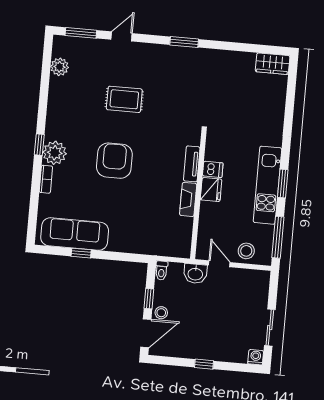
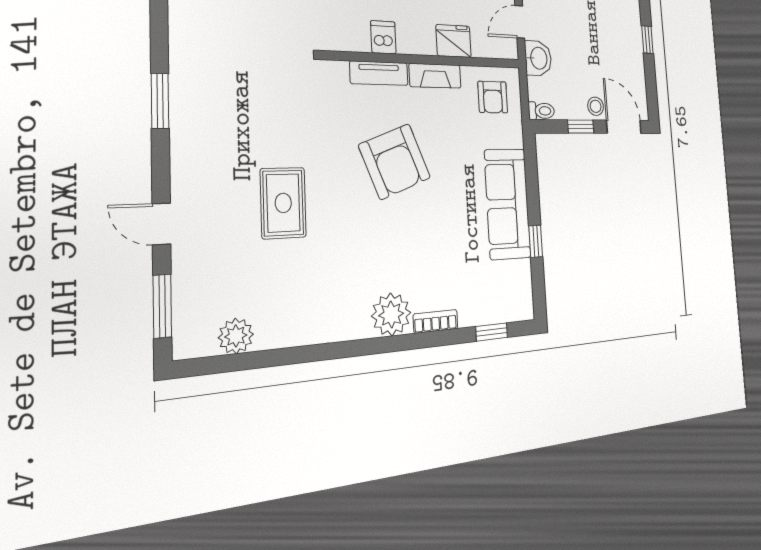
window: (39, 145) -> (492, 332), moved
armchair: (114, 161) -> (395, 161), moved, turned -111
fridge: (211, 190) -> (454, 41), moved
sofa: (75, 234) -> (508, 204), moved
armchair: (173, 237) -> (493, 97), added

